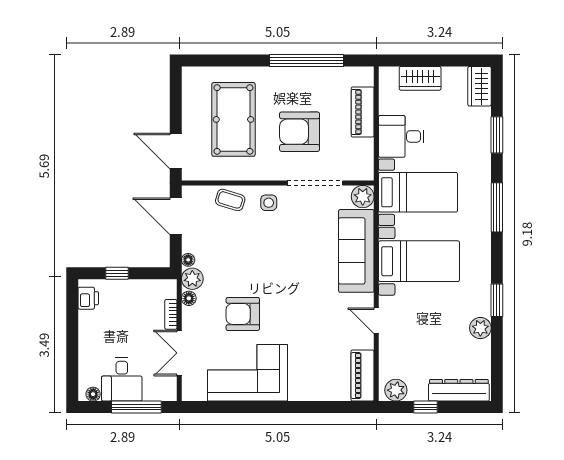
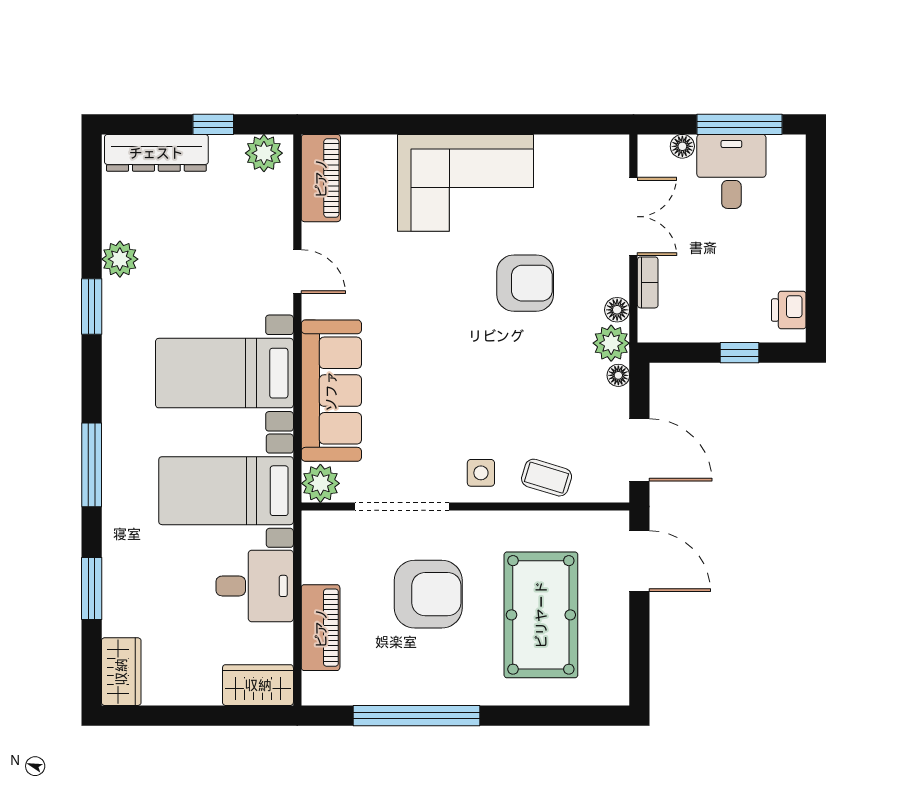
wardrobe: (420, 78) -> (258, 685), moved
corner sofa: (248, 373) -> (466, 183), moved
floor lamp: (93, 394) -> (682, 146), moved
window: (136, 407) -> (740, 124), moved

